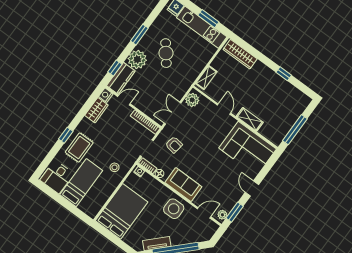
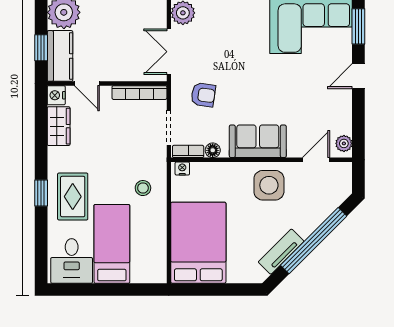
door: (124, 100) -> (87, 84), swing flipped
door: (252, 189) -> (358, 76), hinge flipped
window: (235, 212) -> (358, 26), moved

